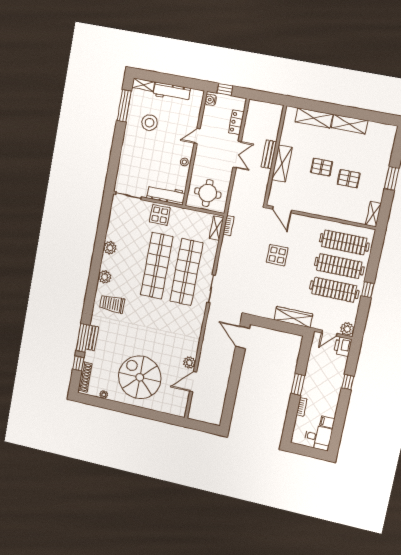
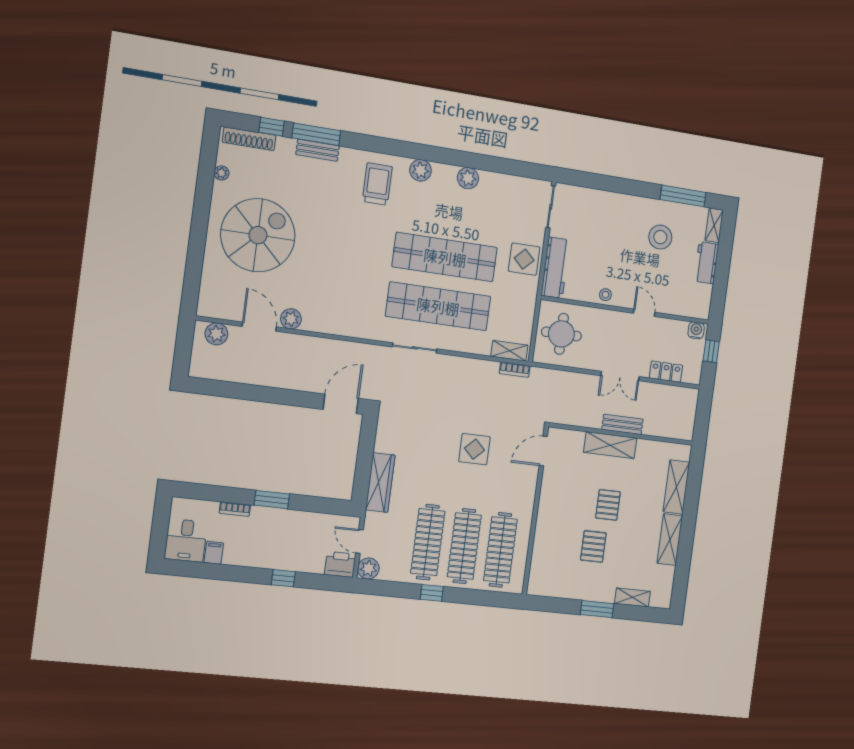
workbench: (172, 92) -> (706, 263), width x0.73
shelving: (373, 214) -> (632, 597), moved
plant: (196, 407) -> (216, 334), added

